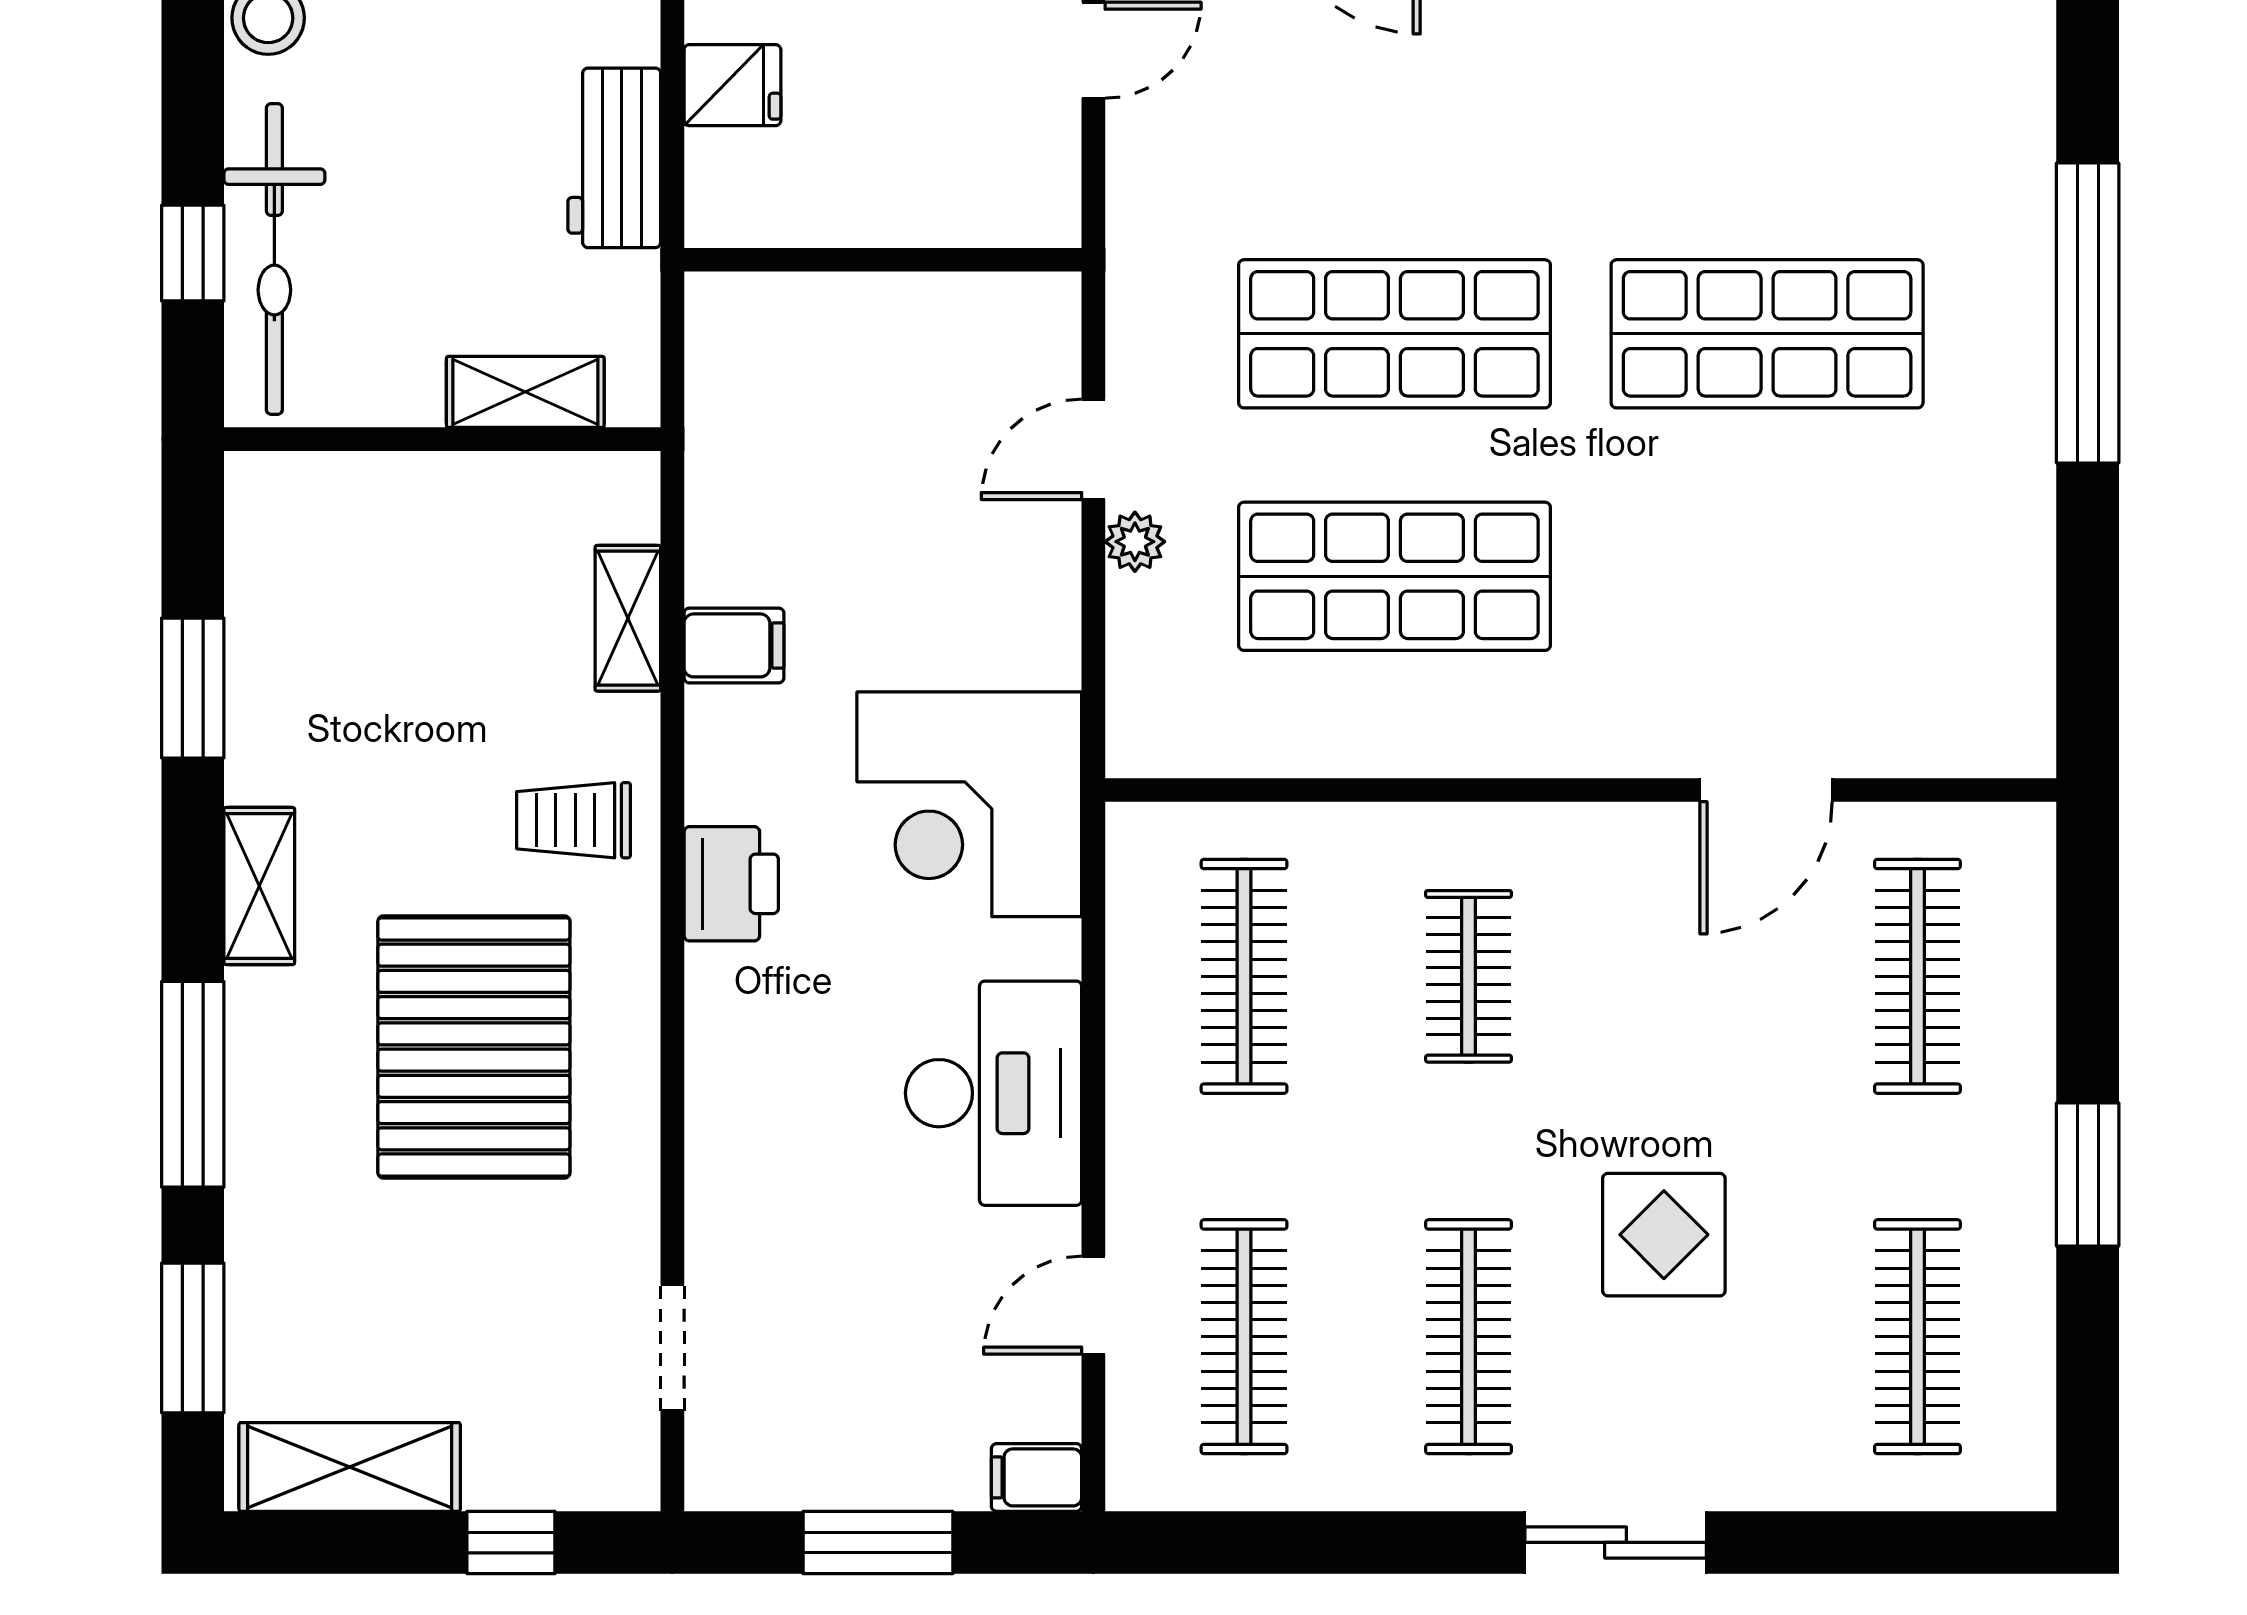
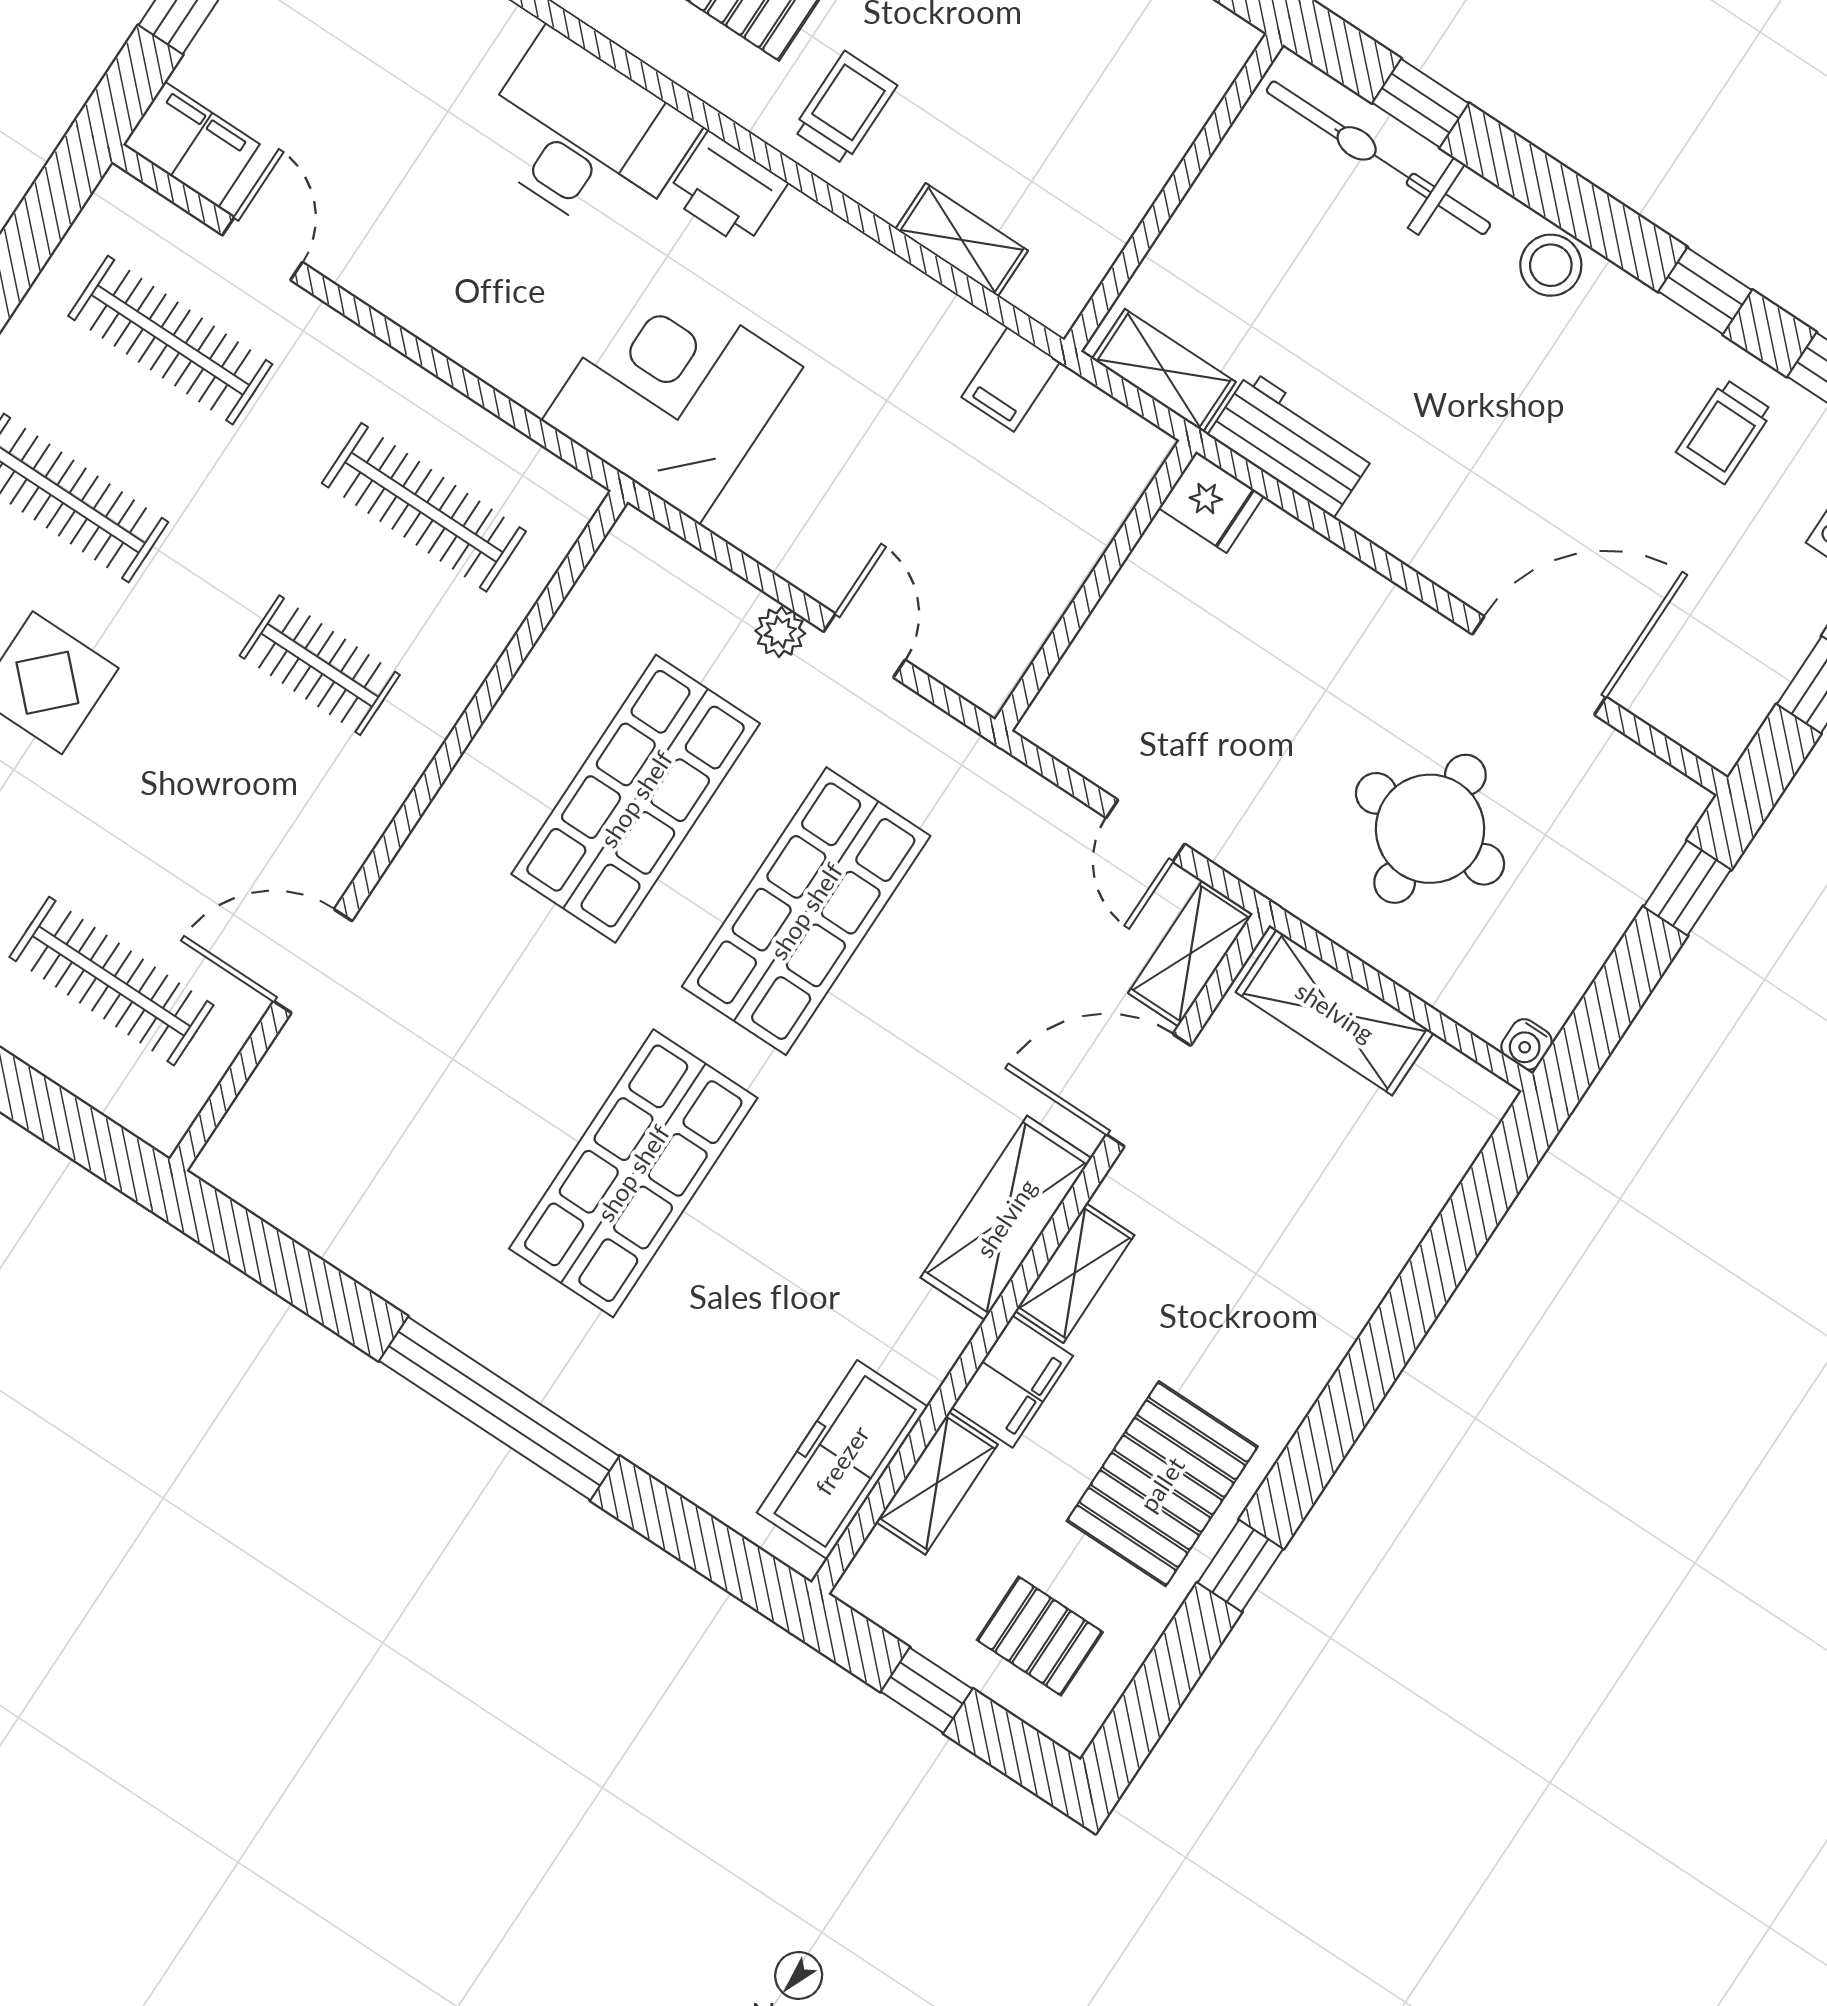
fridge: (732, 85) -> (1211, 502), moved, turned -90
shelving: (525, 392) -> (1164, 370), moved, turned 90
filing cabinet: (734, 645) -> (1011, 379), moved
door: (1766, 790) -> (313, 961), hinge flipped
desk: (994, 1093) -> (584, 137), moved, turned 180
filing cabinet: (1037, 1477) -> (191, 144), width x2.00

